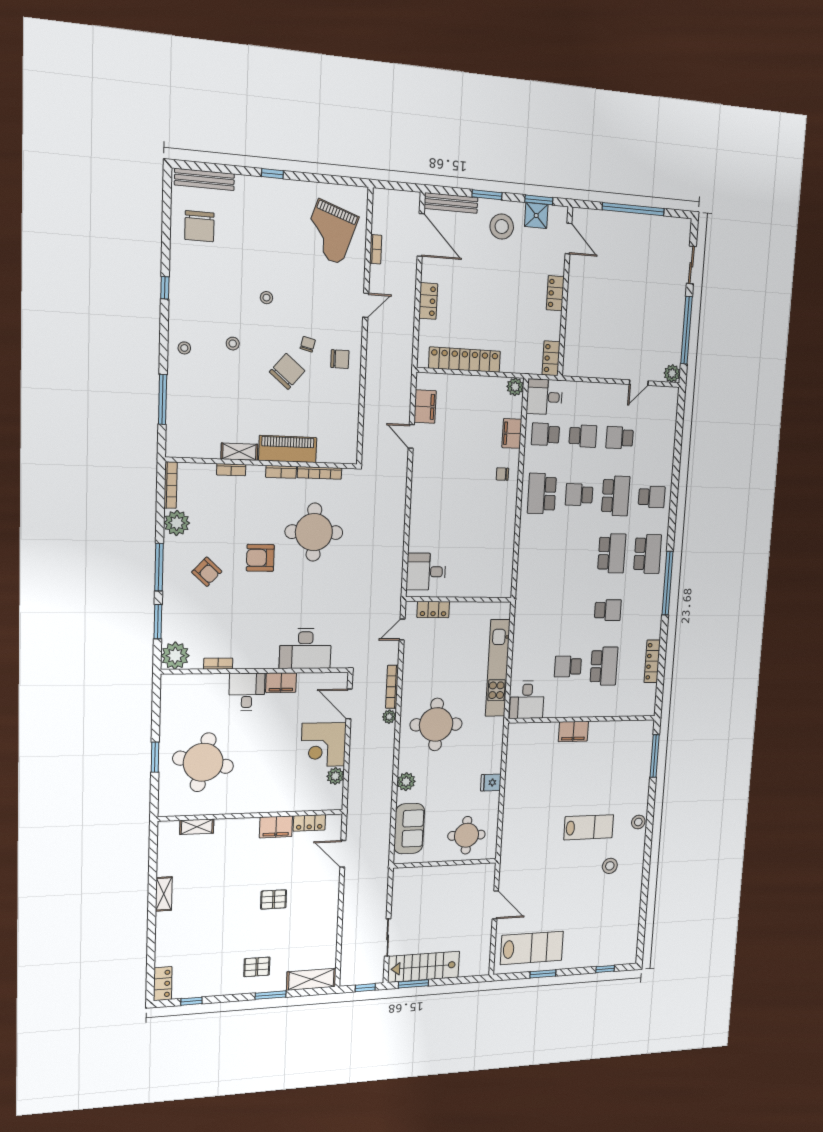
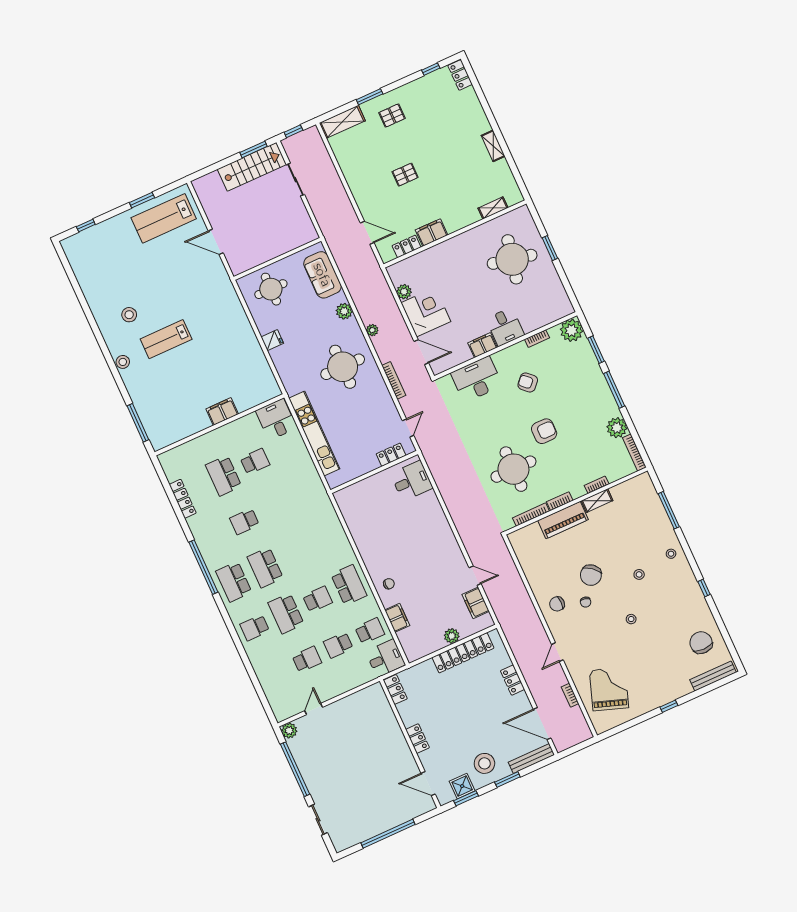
plant: (515, 387) -> (452, 636), moved
armchair: (207, 572) -> (528, 382), moved
plant: (389, 717) -> (372, 330), moved

